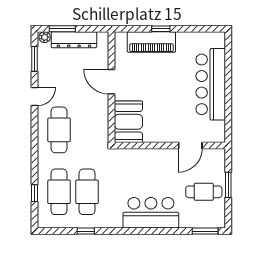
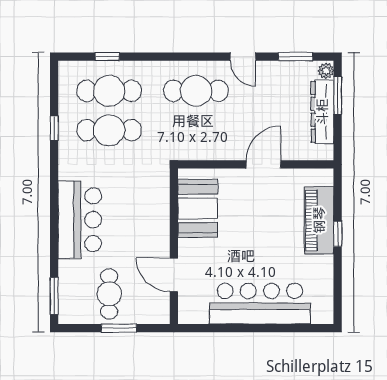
booth: (128, 122) -> (198, 208), moved, turned 90

